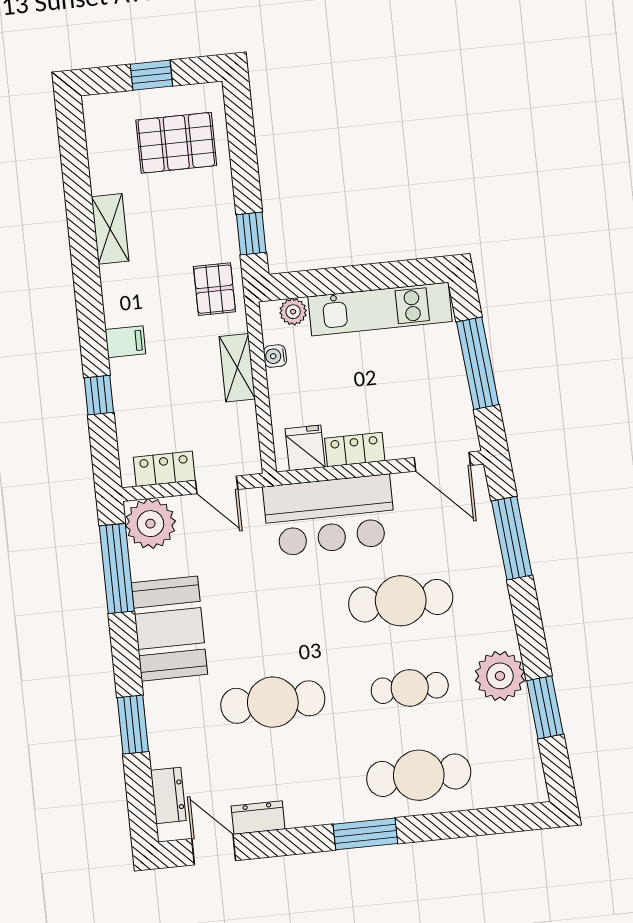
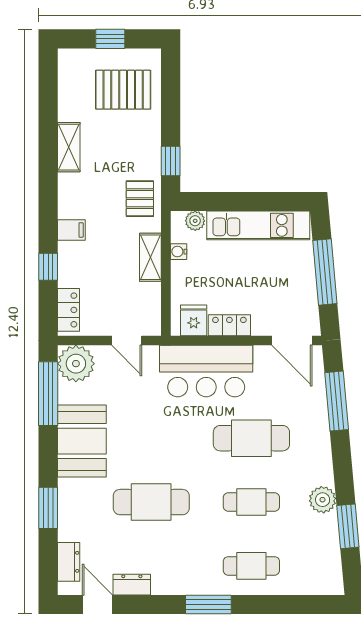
locker: (164, 469) -> (68, 310), moved, turned 90
plant: (500, 676) -> (323, 500), width x0.73, depth x0.73
cafe table: (419, 775) -> (251, 566), width x0.73, depth x0.74

